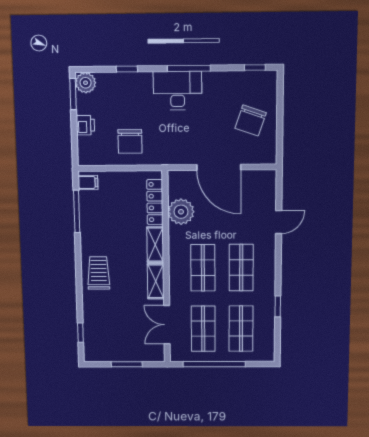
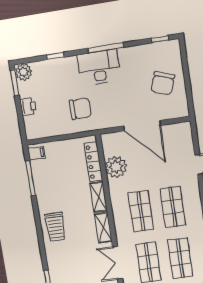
chair: (130, 141) -> (80, 109), moved, turned -90
trolley: (99, 273) -> (55, 227), turned 180

